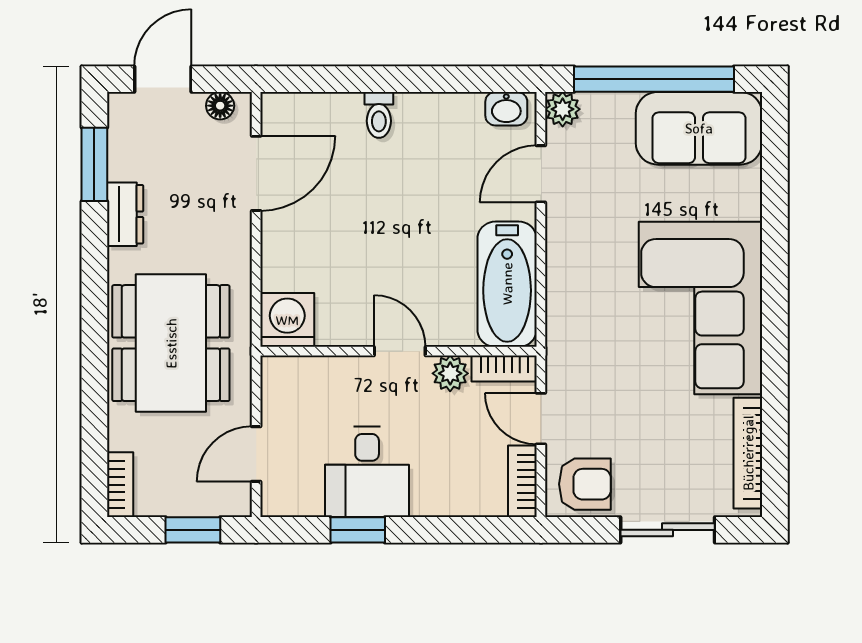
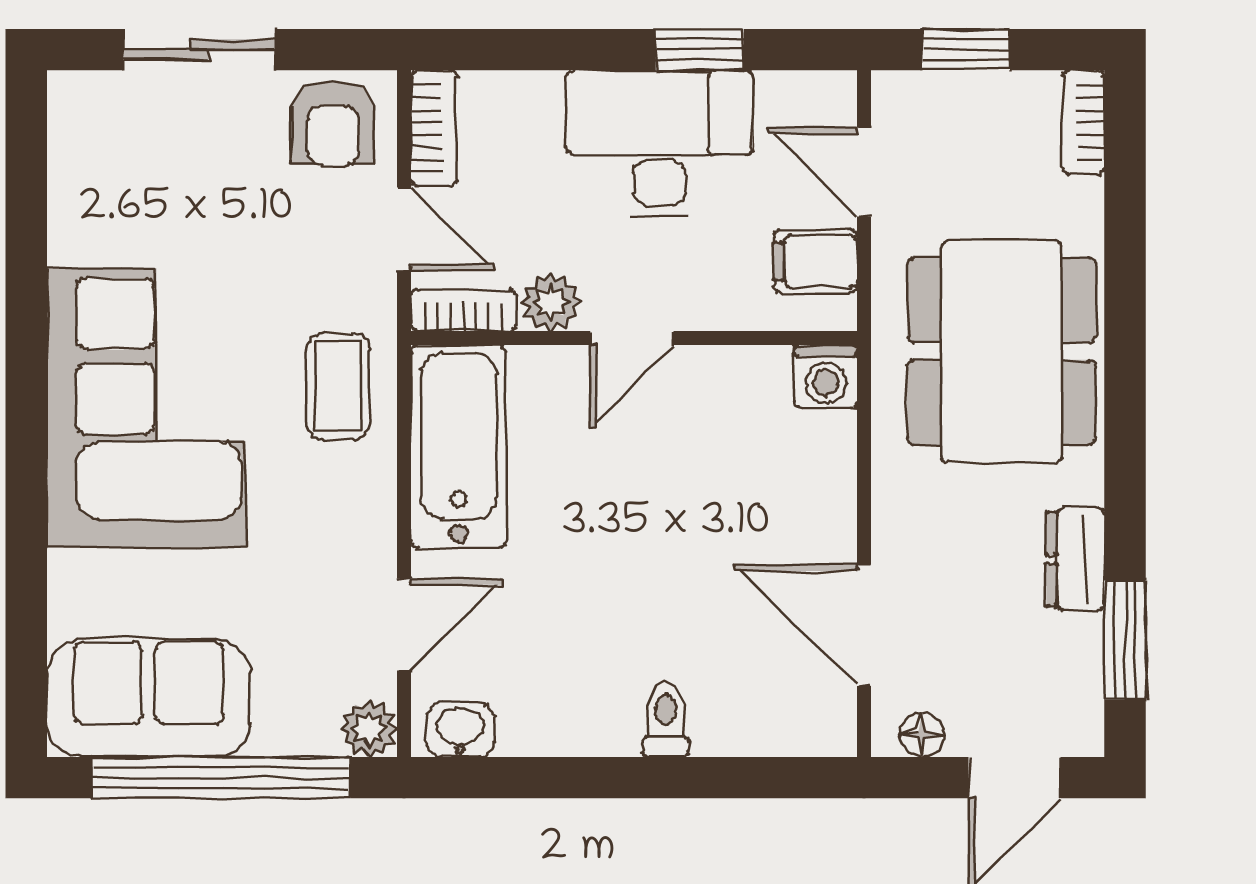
door: (256, 173) -> (864, 625), hinge flipped
washing machine: (287, 320) -> (826, 377), width x0.73, depth x0.73
coffee table: (582, 321) -> (338, 386), added
door: (400, 351) -> (632, 338), hinge flipped
filing cabinet: (286, 399) -> (815, 261), added
bookcase: (748, 453) -> (70, 173), removed
door: (256, 454) -> (864, 172), swing flipped
desk: (367, 472) -> (659, 143), width x1.37
armchair: (585, 484) -> (333, 123), turned -90

